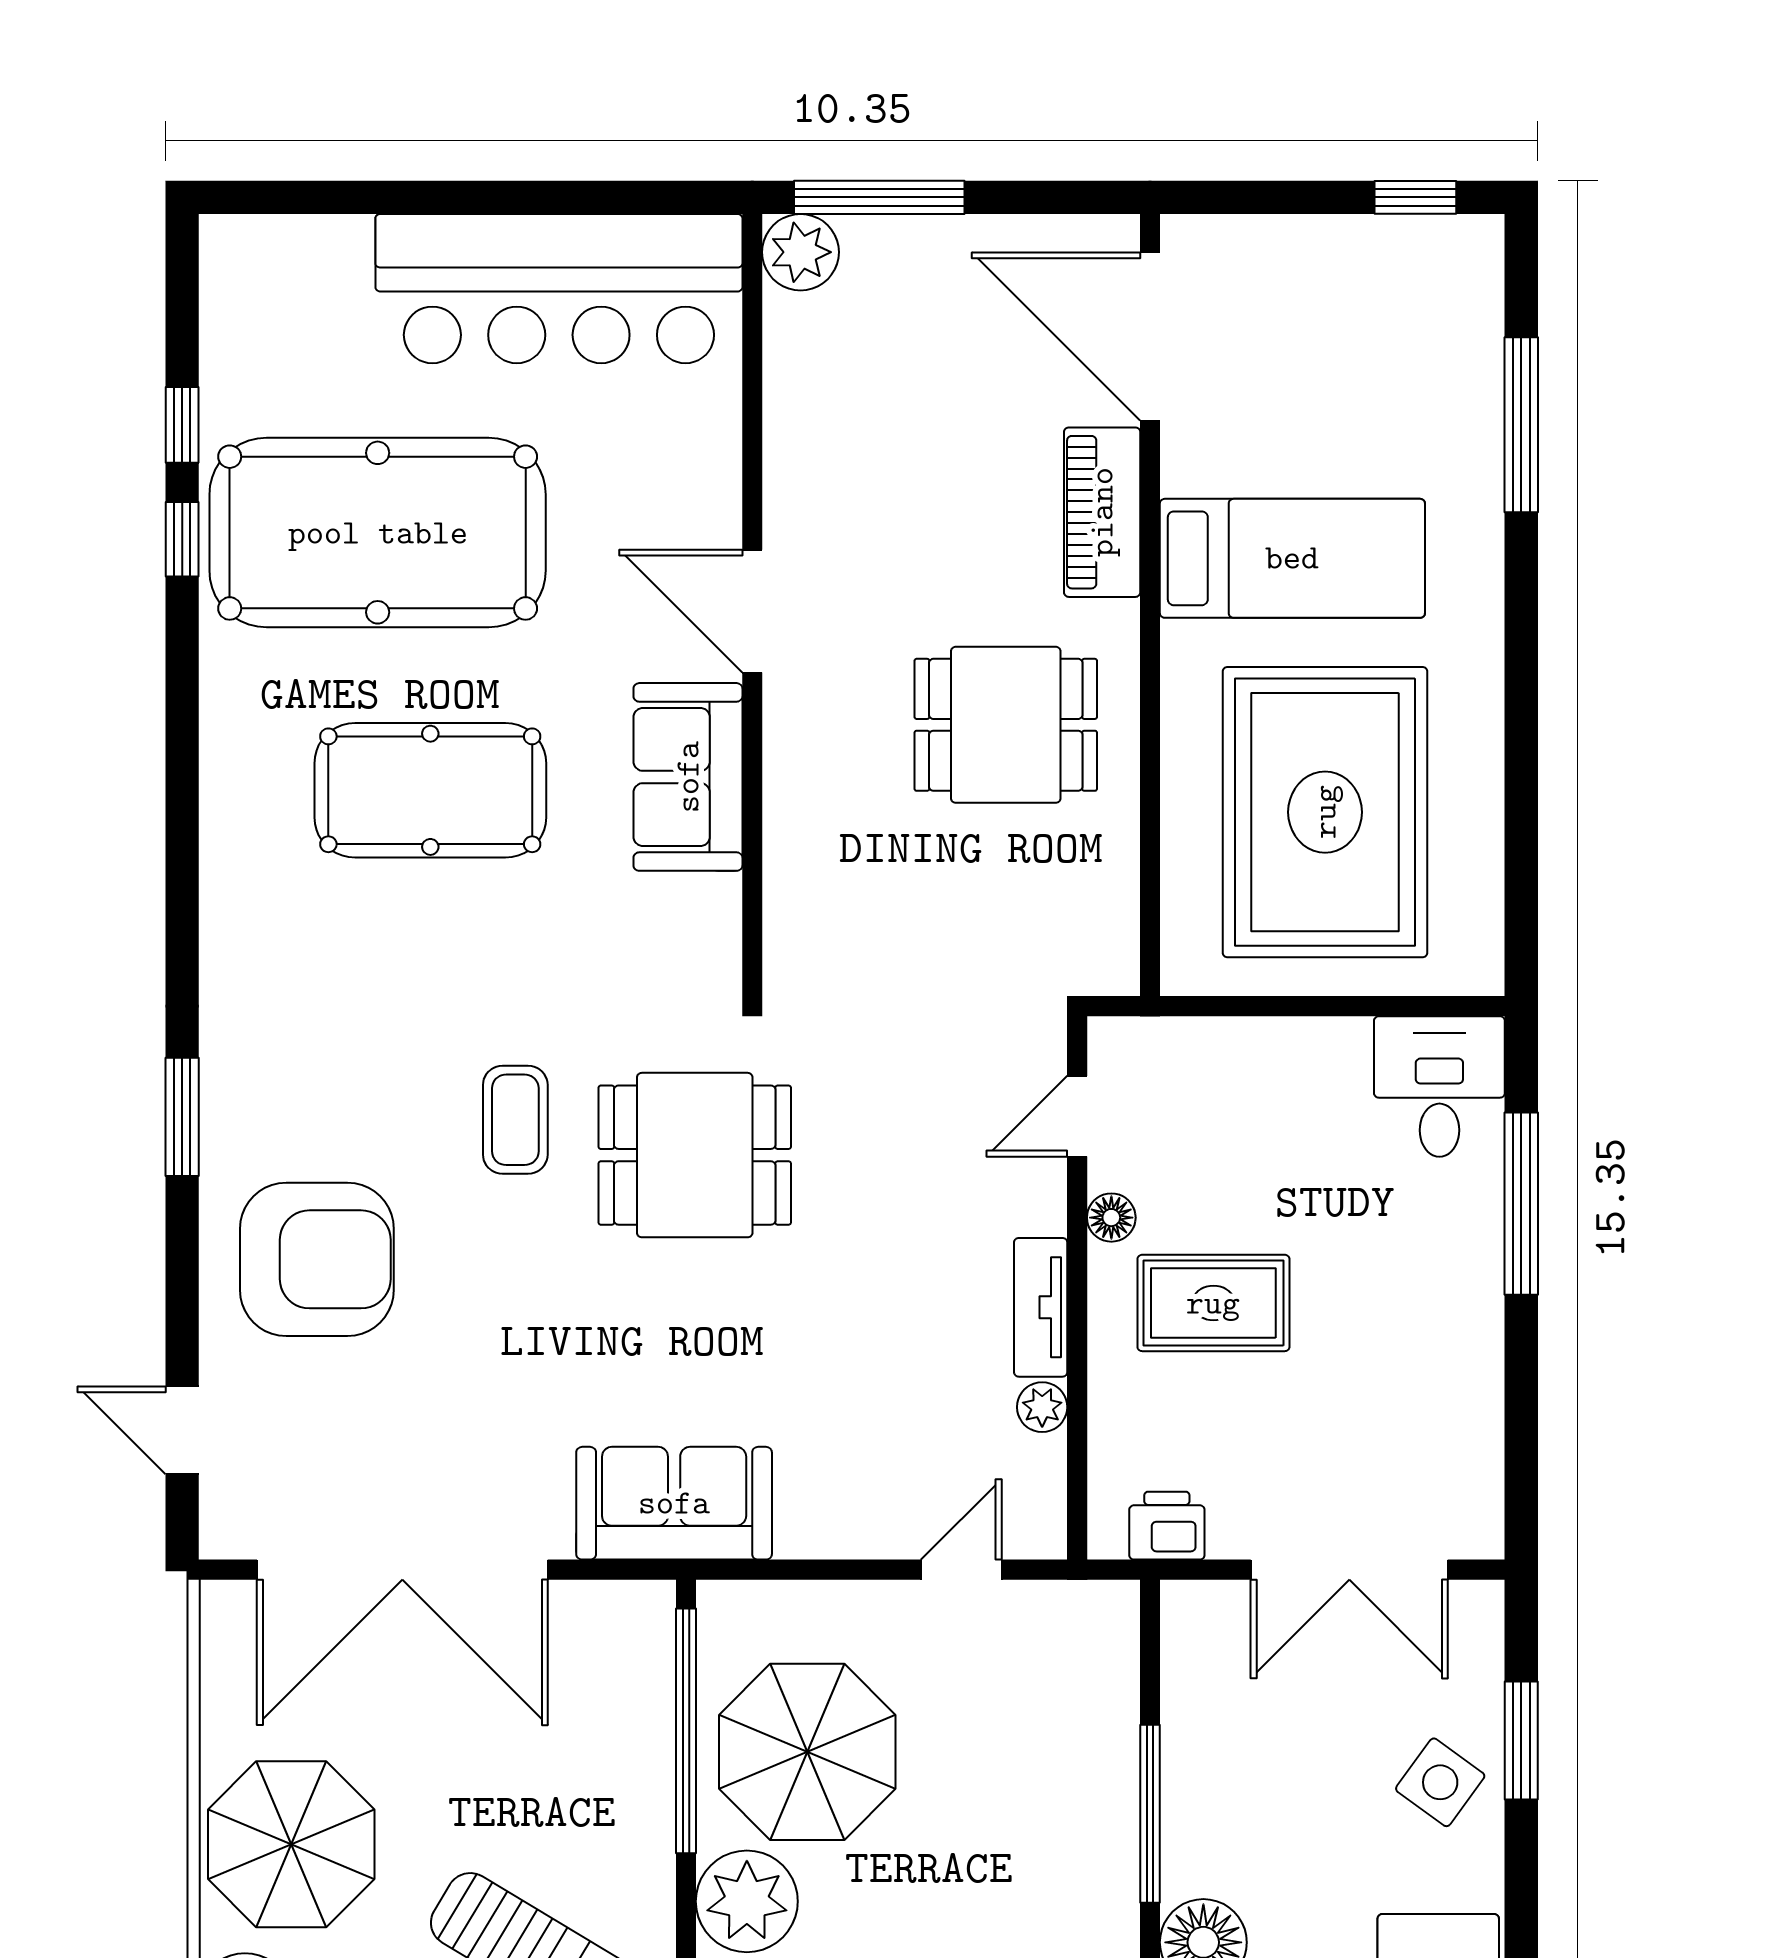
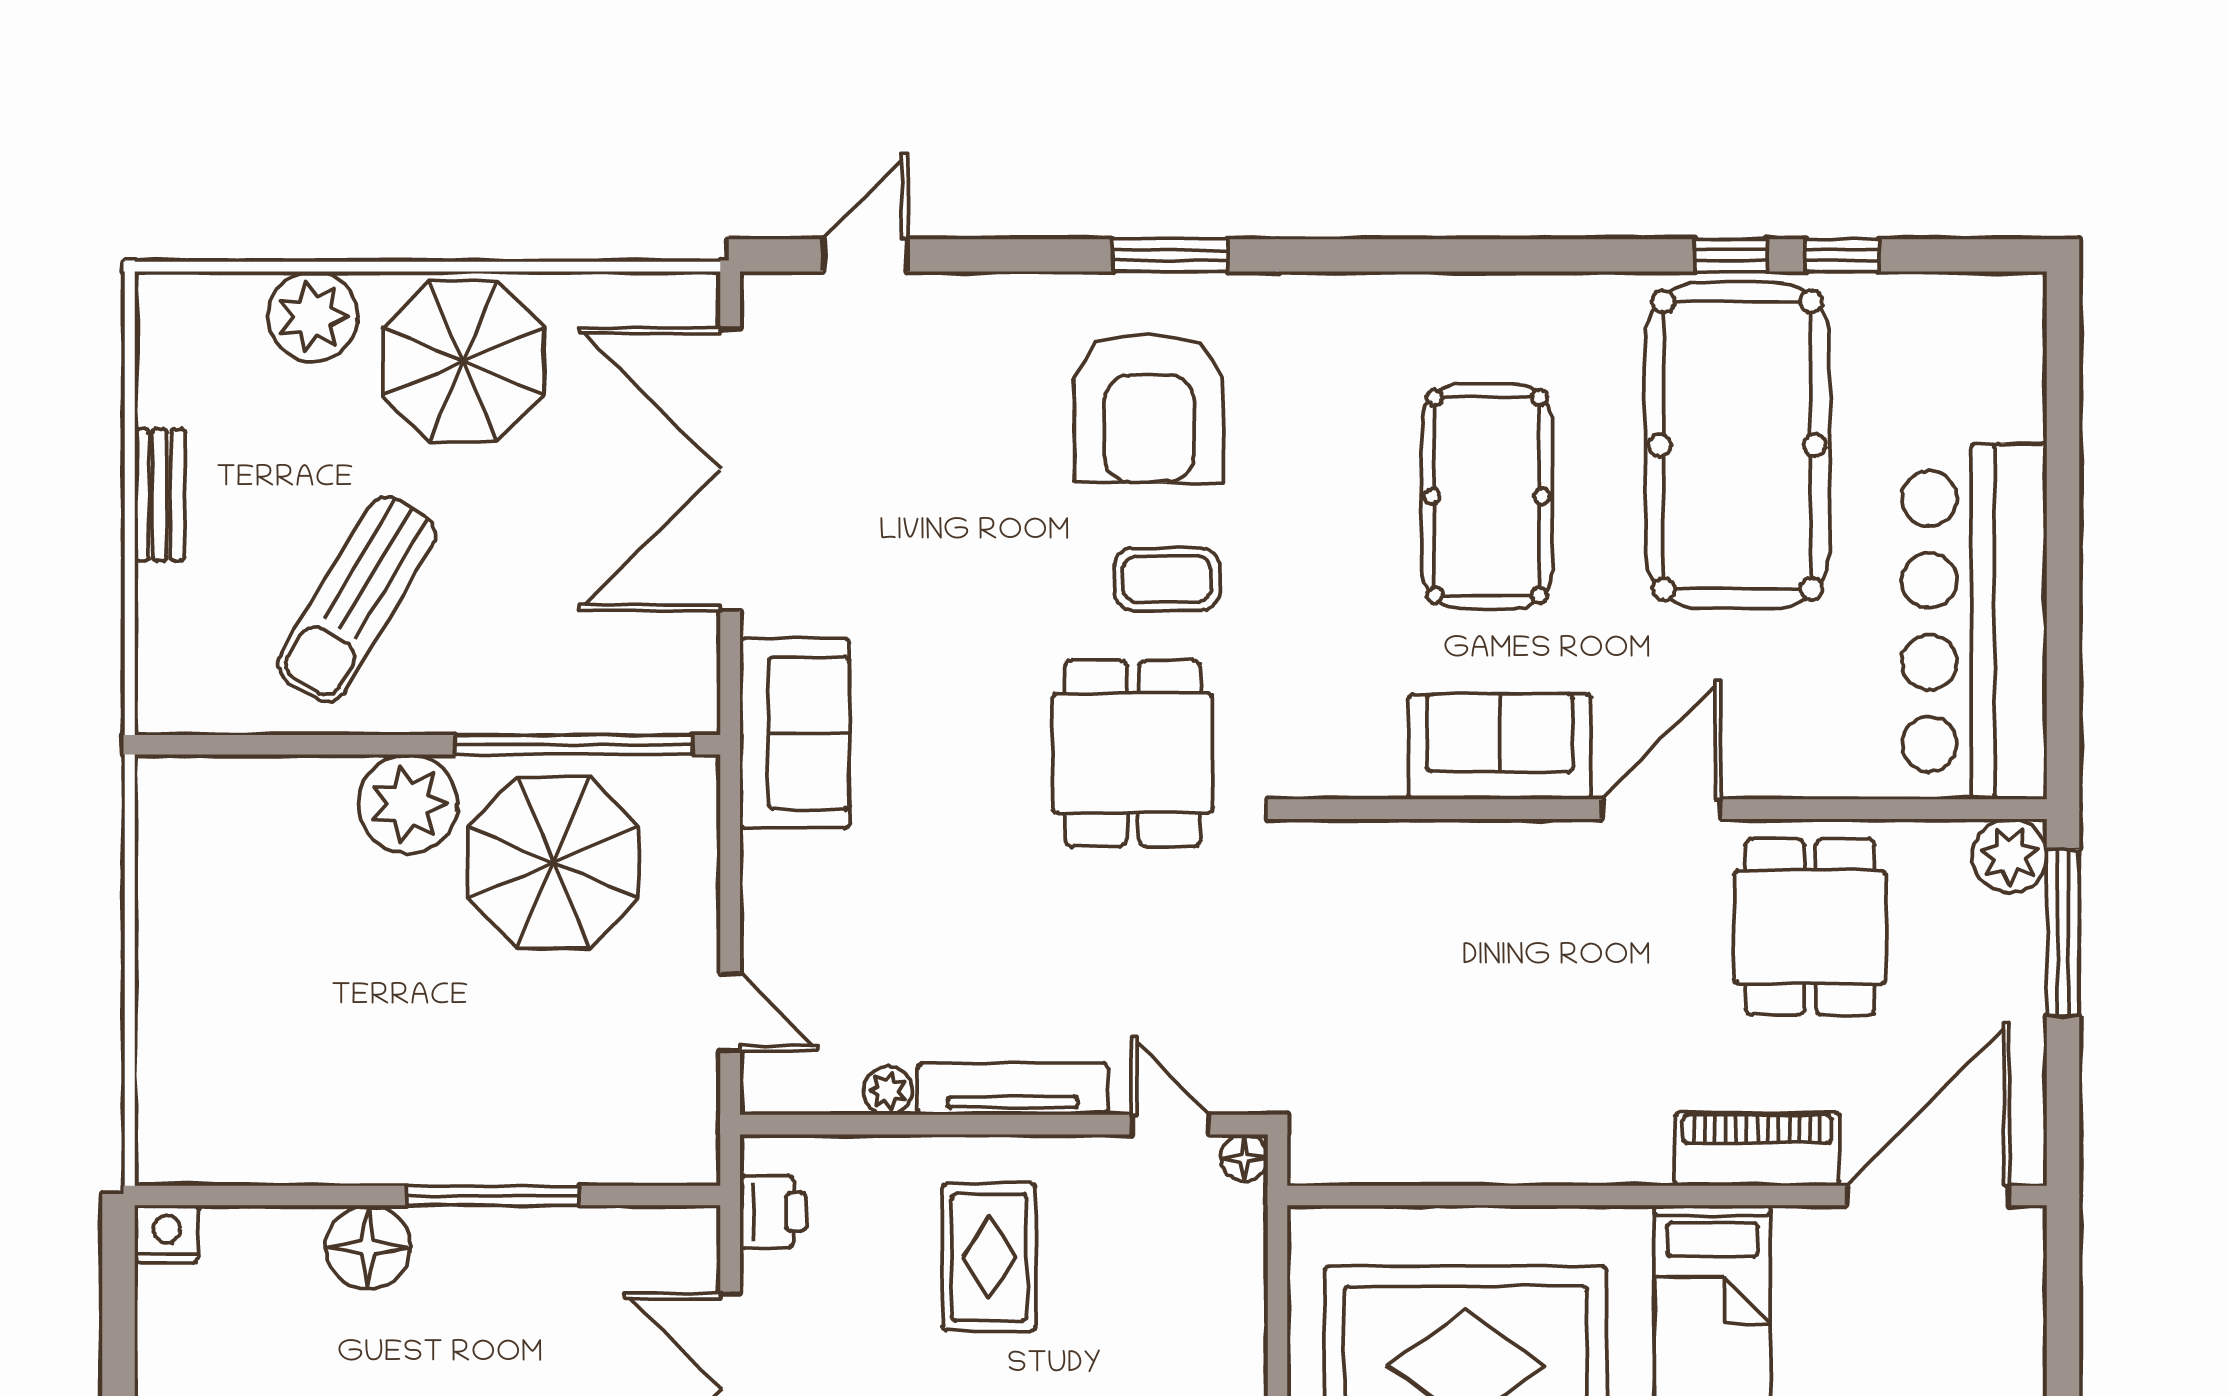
dining table: (1006, 725) -> (1810, 927), moved
floor lamp: (1111, 1218) -> (1244, 1158), moved
armchair: (317, 1259) -> (1149, 407), moved
tv unit: (1041, 1307) -> (1013, 1089), width x1.41

